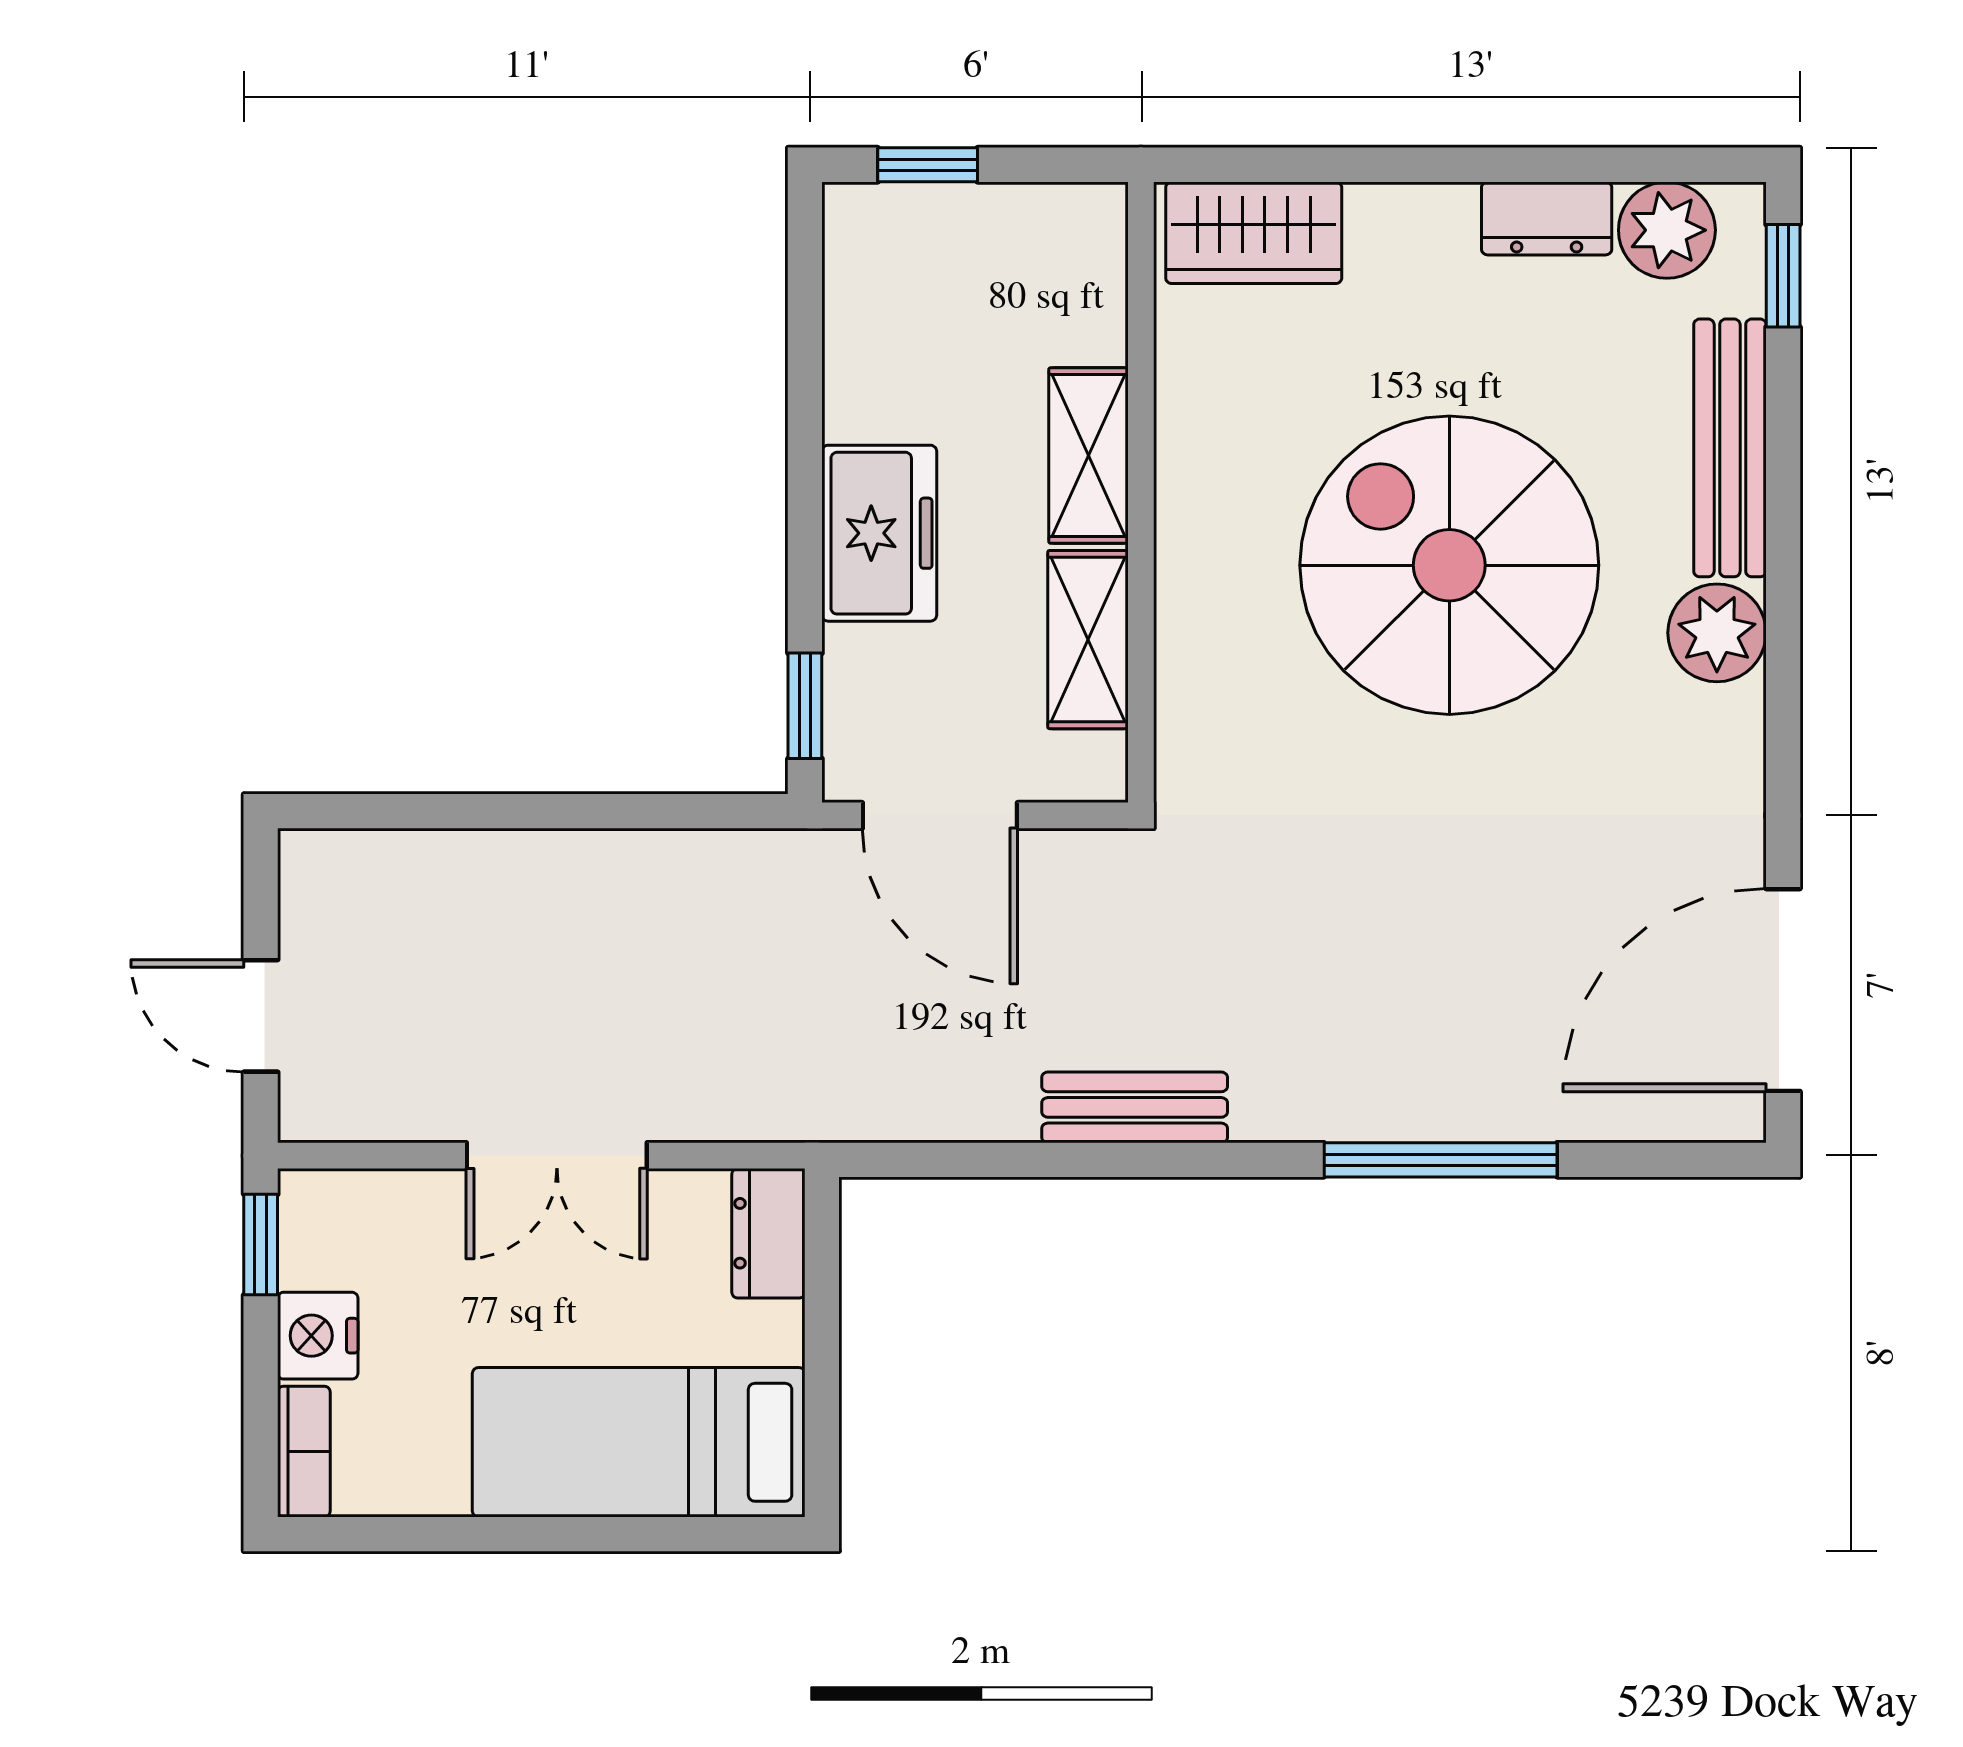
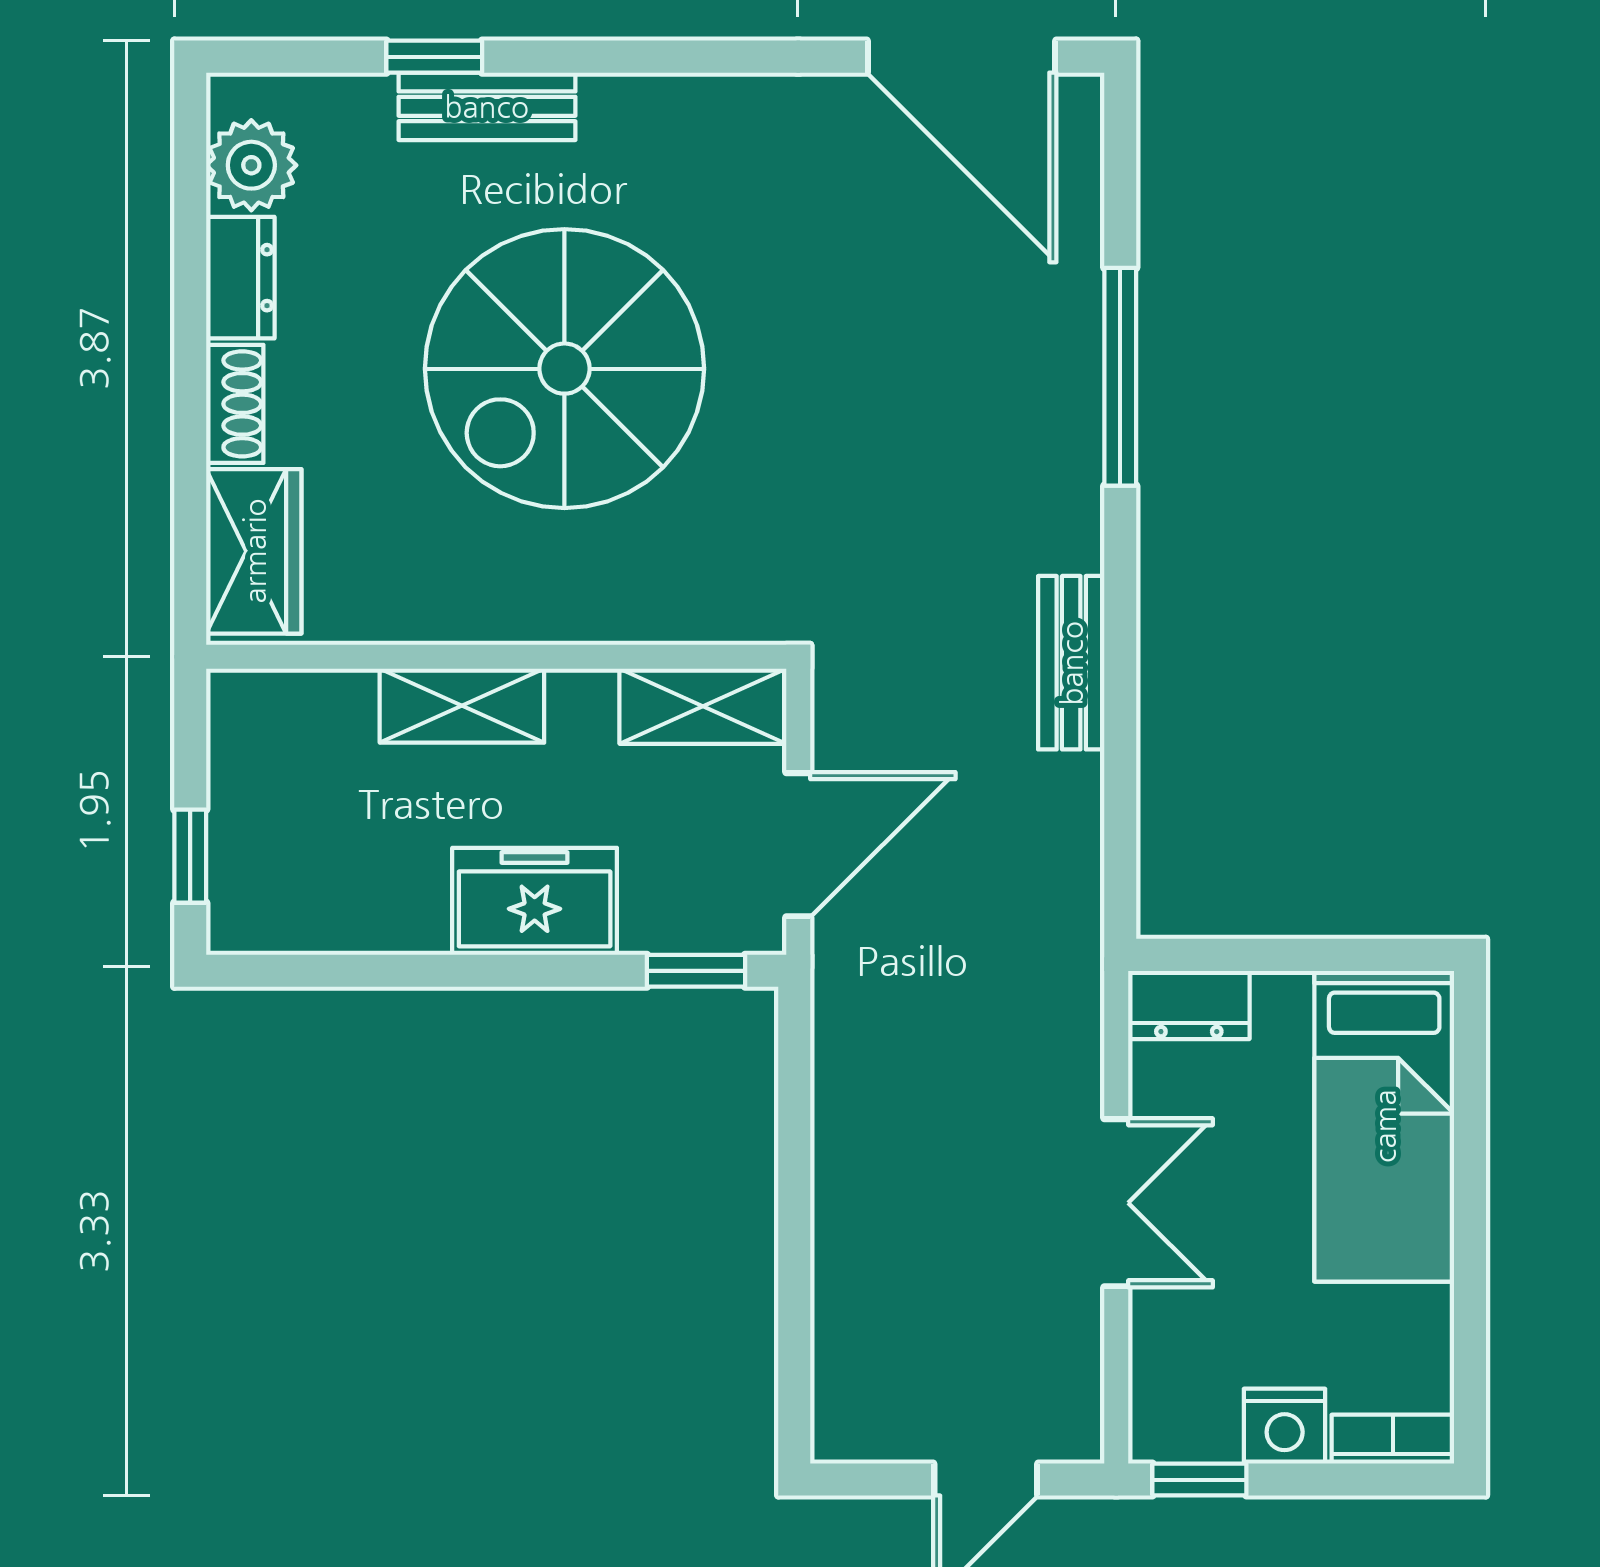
shoe rack: (1412, 212) -> (235, 404), added
window: (1783, 276) -> (434, 57), moved
bench: (1730, 448) -> (487, 106), width x0.73
plant: (1717, 633) -> (628, 118), removed
shelving: (1088, 640) -> (703, 706), moved

